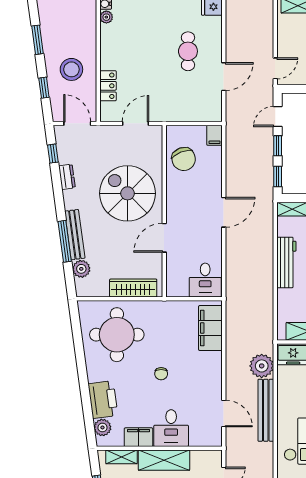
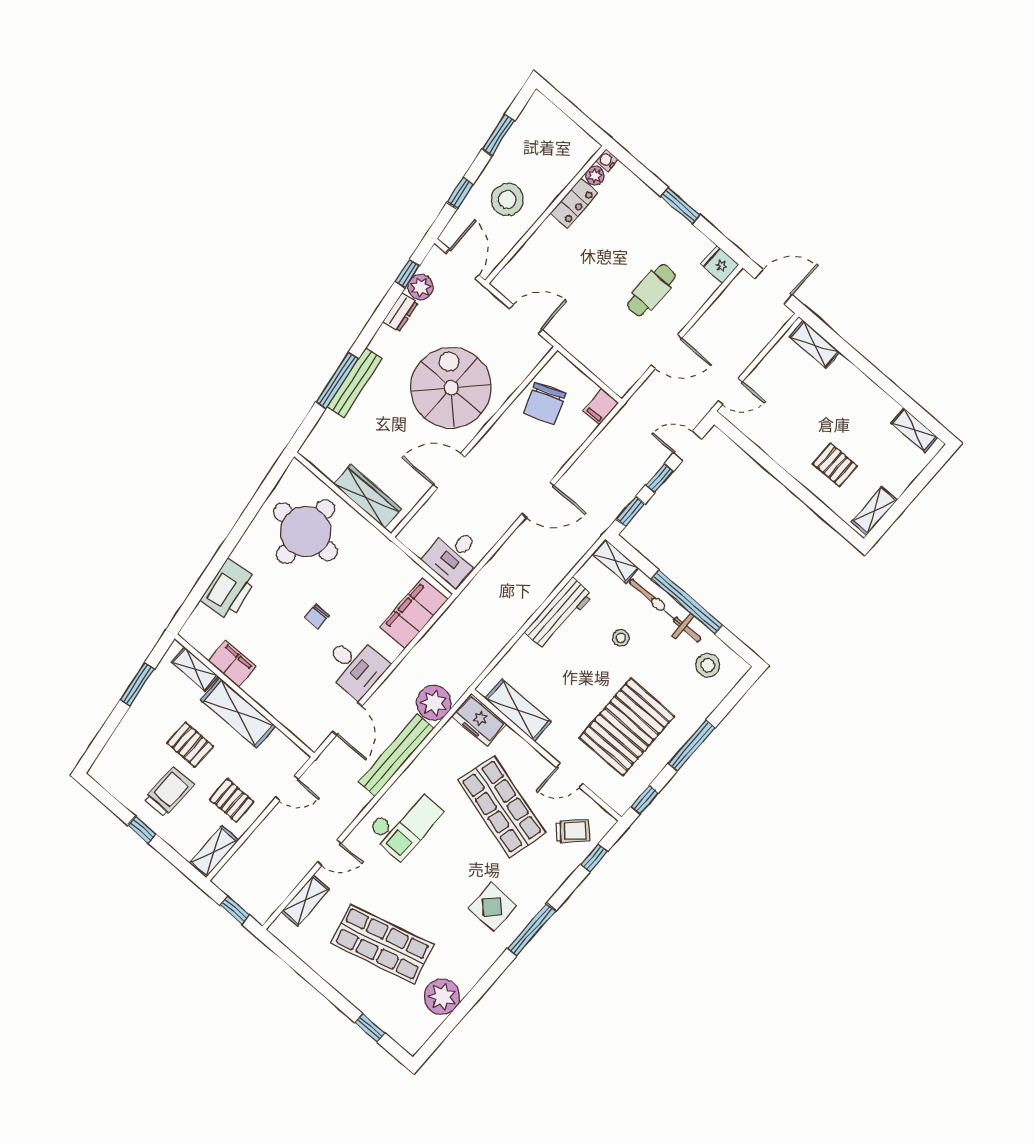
locker: (108, 86) -> (574, 203), moved
plant: (81, 269) -> (420, 287), moved
plant: (102, 427) -> (202, 619), removed
desk: (171, 428) -> (355, 666), moved, turned -90

